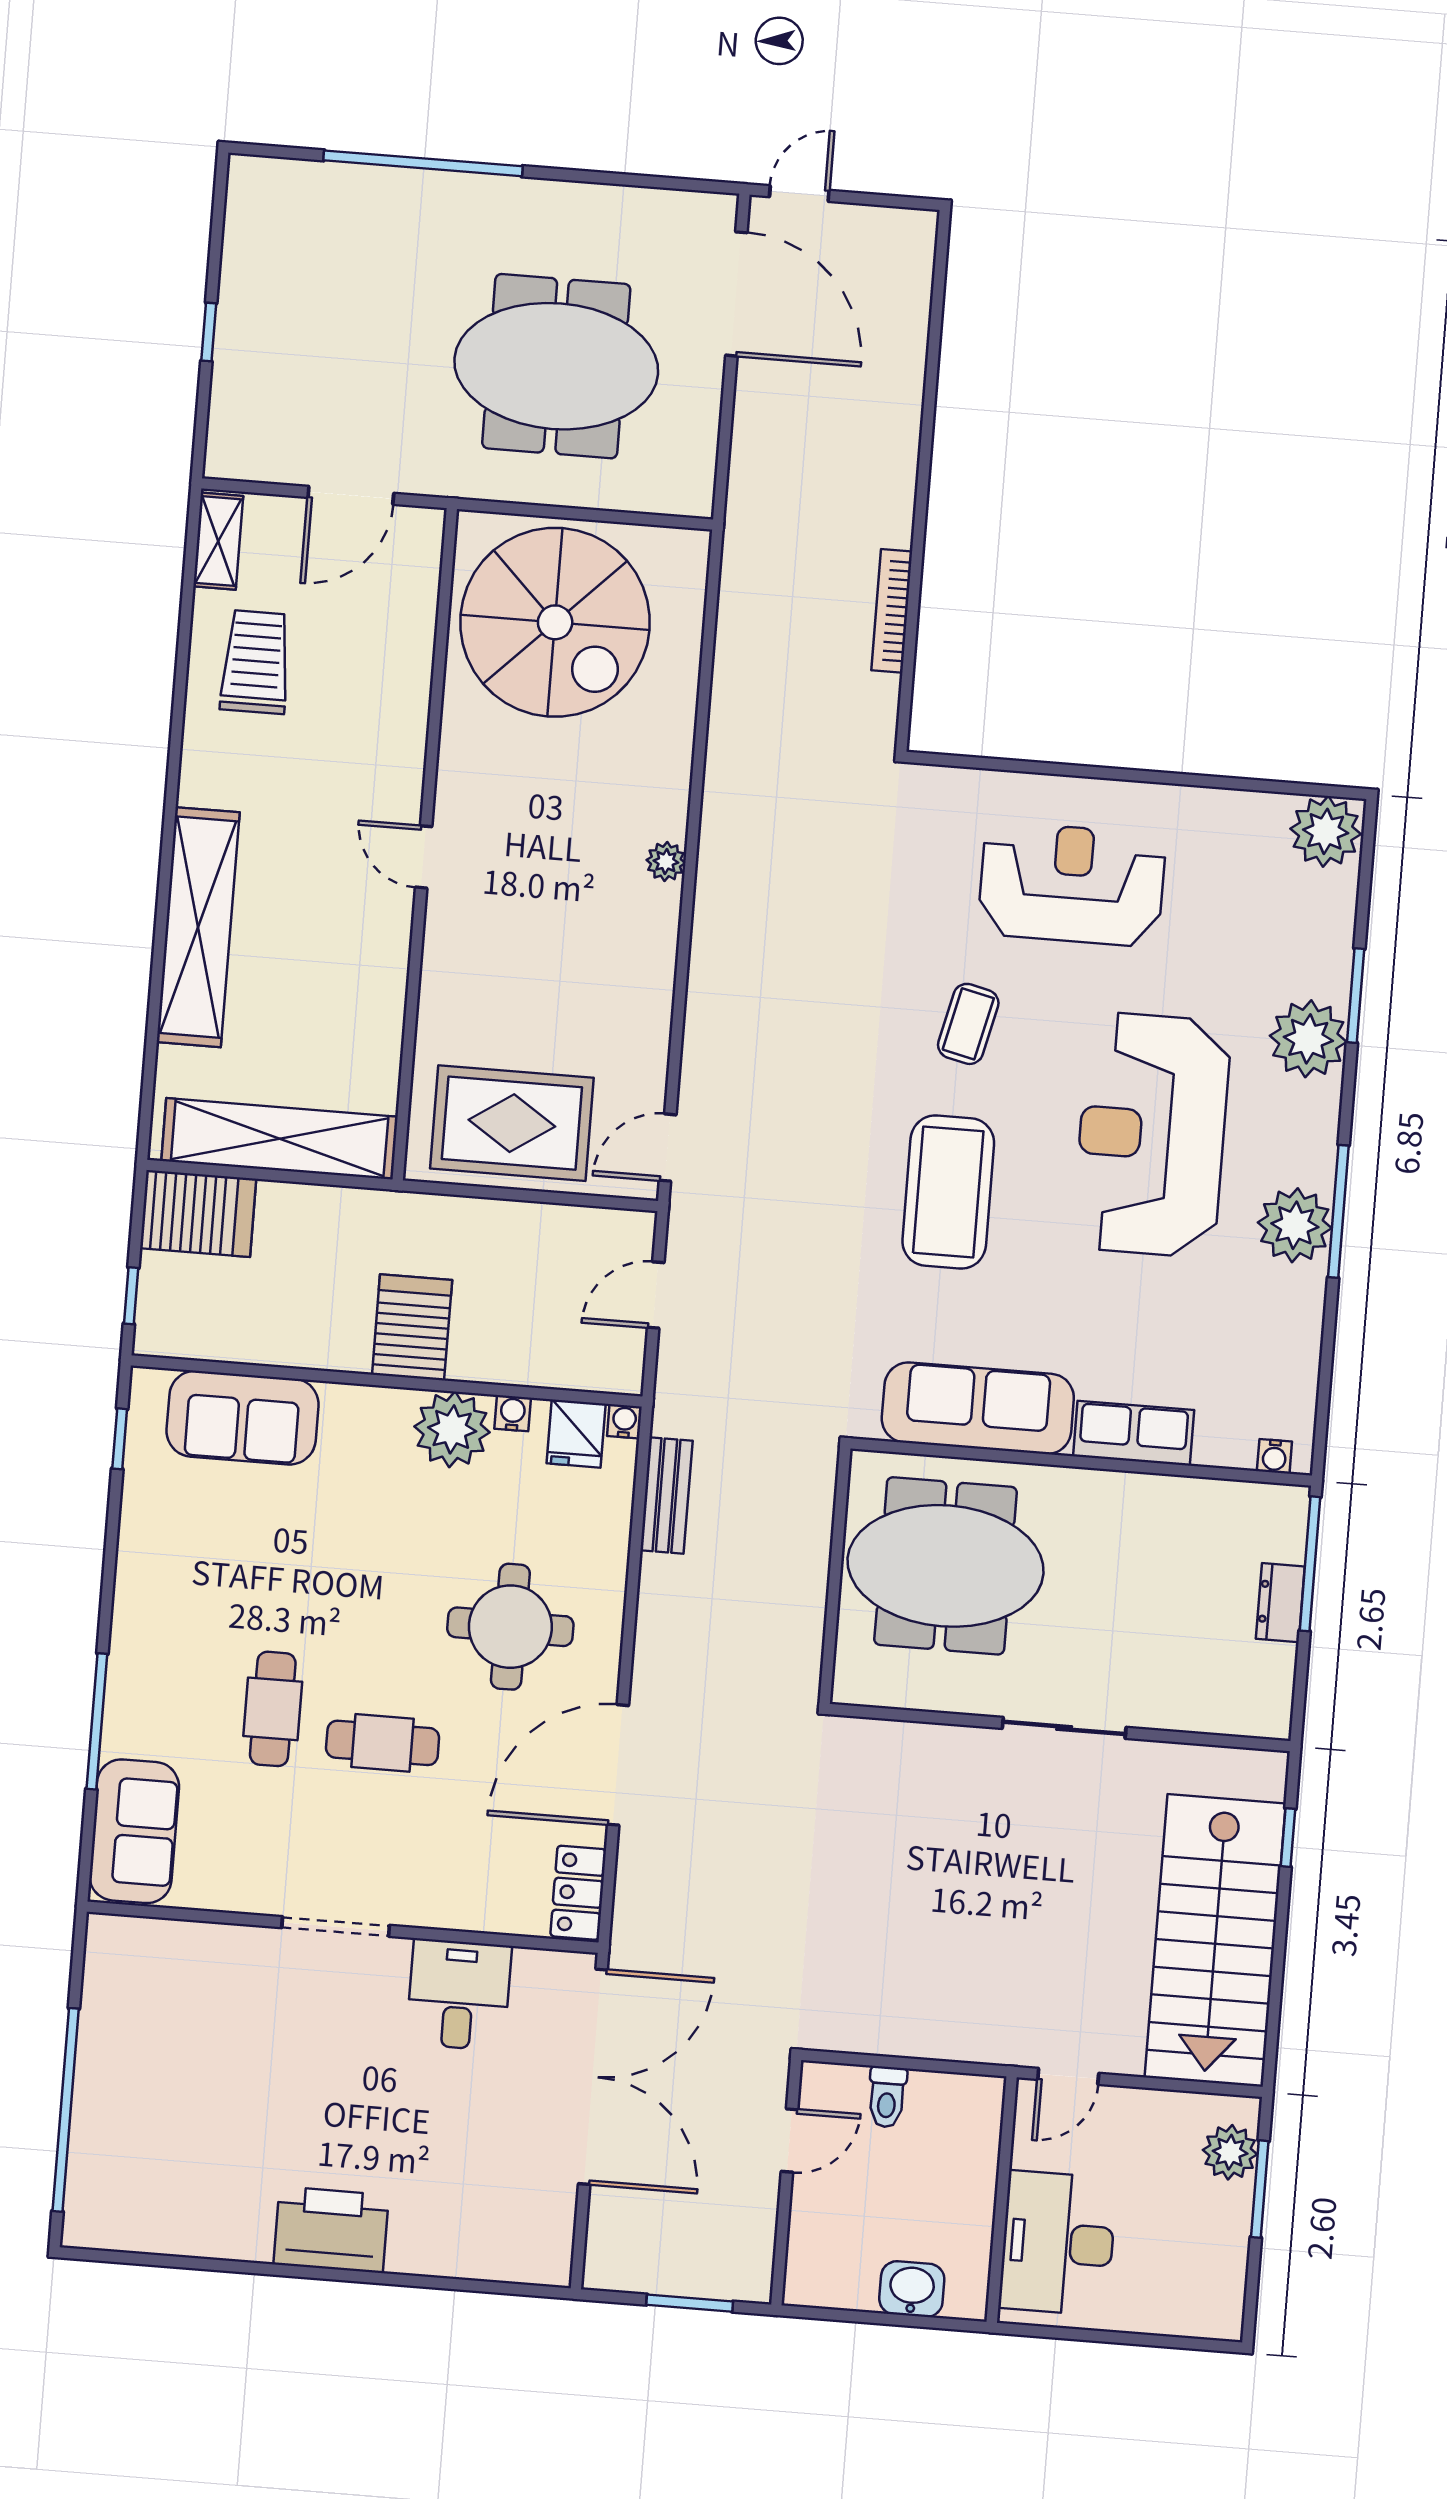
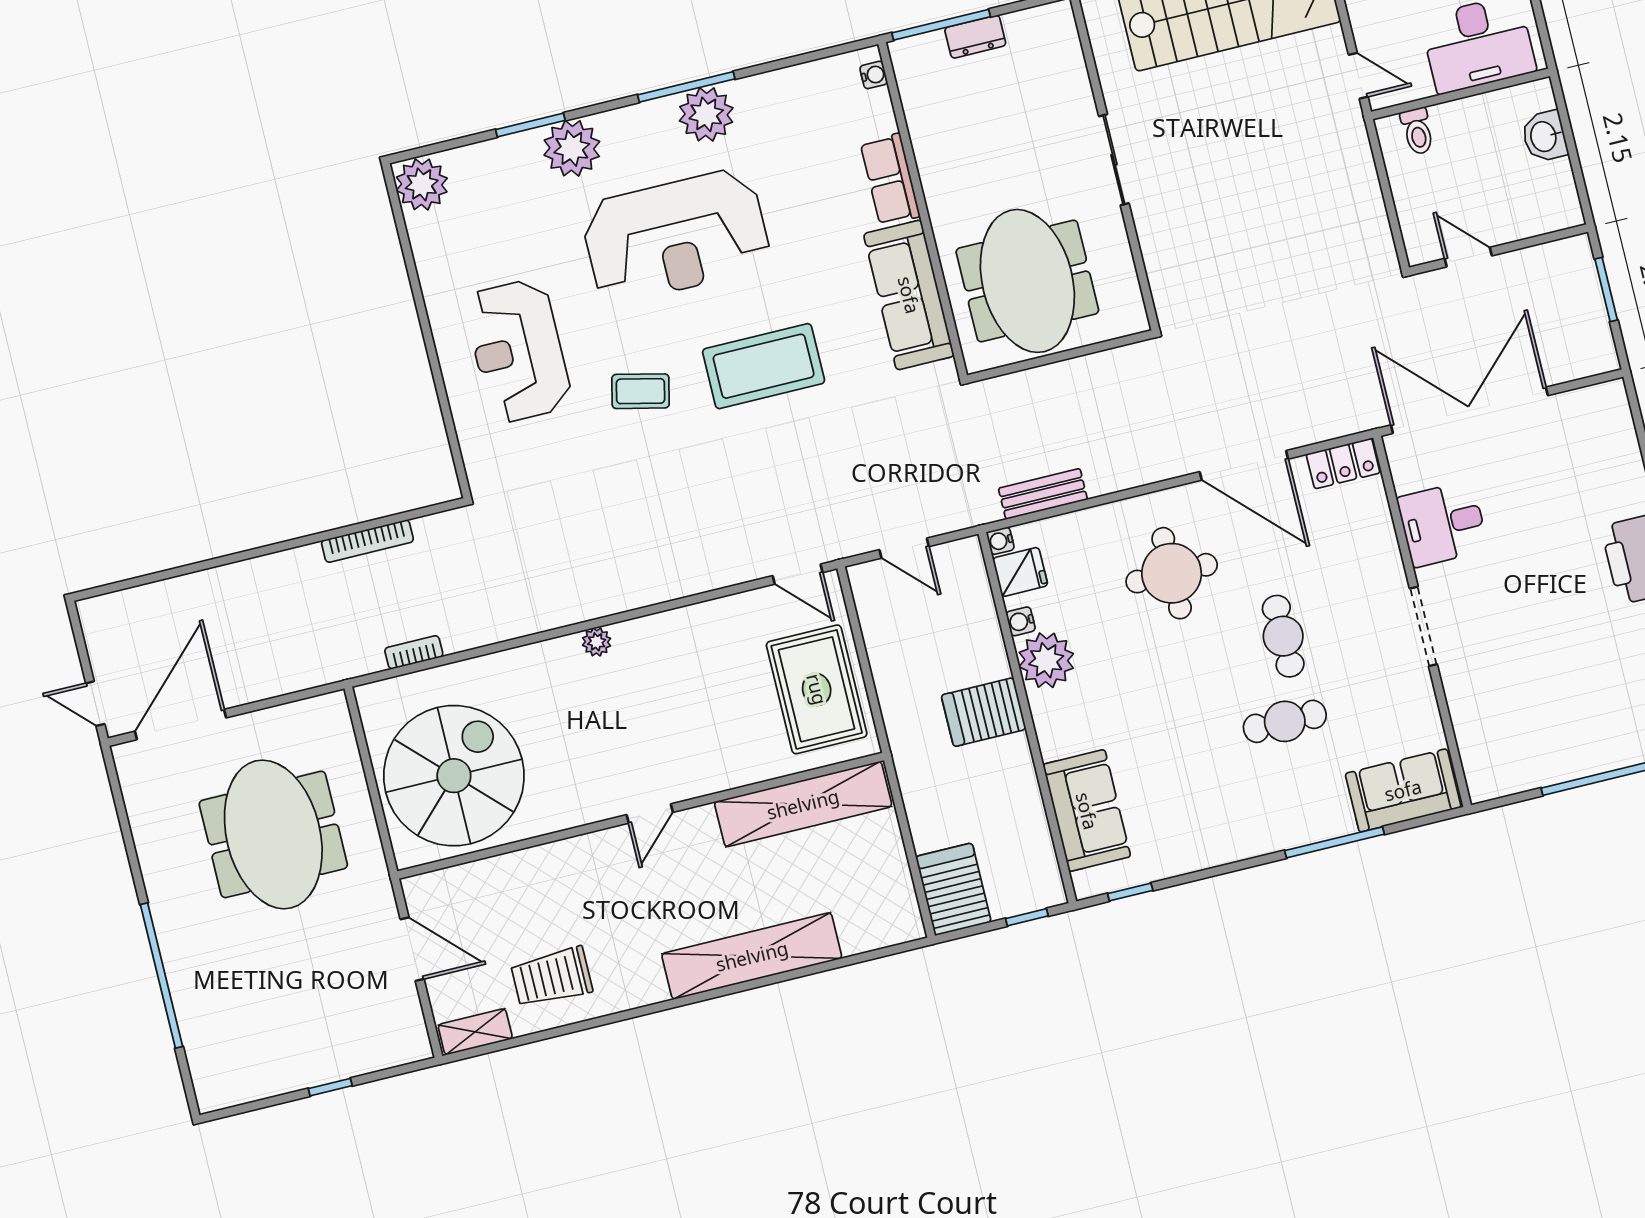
bookcase: (730, 623) -> (414, 652), added
shelving: (280, 1139) -> (803, 804), moved, turned 90
toilet: (887, 2097) -> (1417, 131), moved, turned 90

